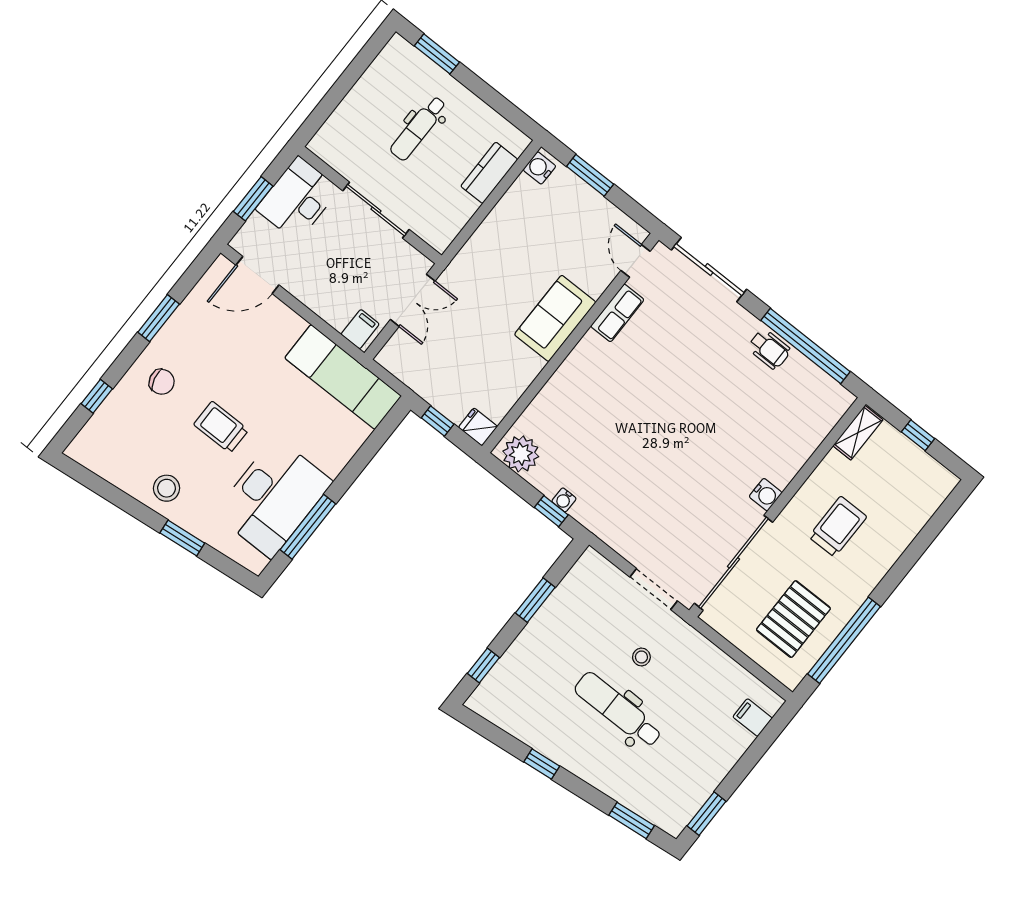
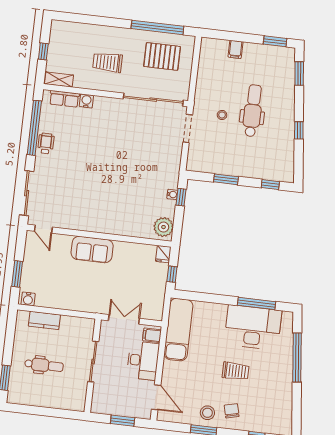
desk: (298, 199) -> (143, 361), moved, turned -90
door: (635, 261) -> (43, 229), hinge flipped
row of seats: (617, 313) -> (64, 99), moved, turned 180
trolley: (221, 427) -> (236, 371), turned -90
stool: (166, 488) -> (207, 413), moved
water cooler: (766, 495) -> (86, 101), moved
window: (182, 538) -> (297, 357), width x2.11
dental chair: (618, 710) -> (253, 111), turned 180
filing cabinet: (753, 718) -> (236, 49), moved

